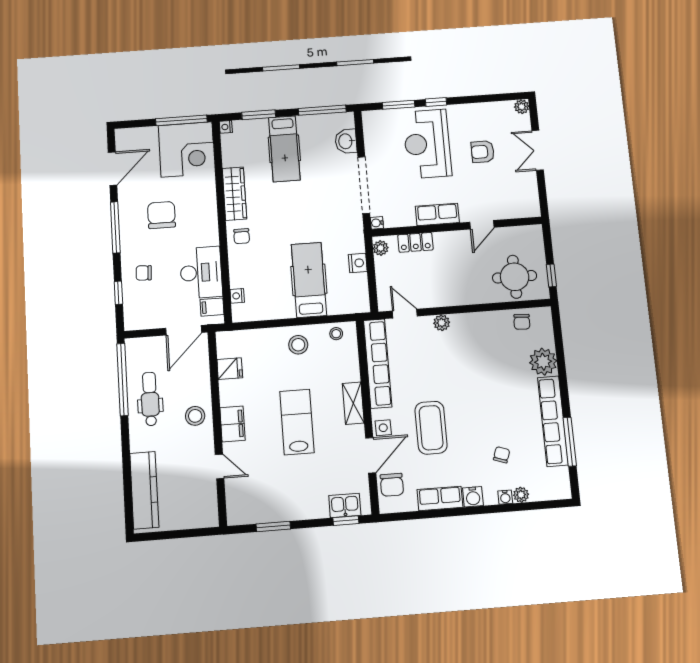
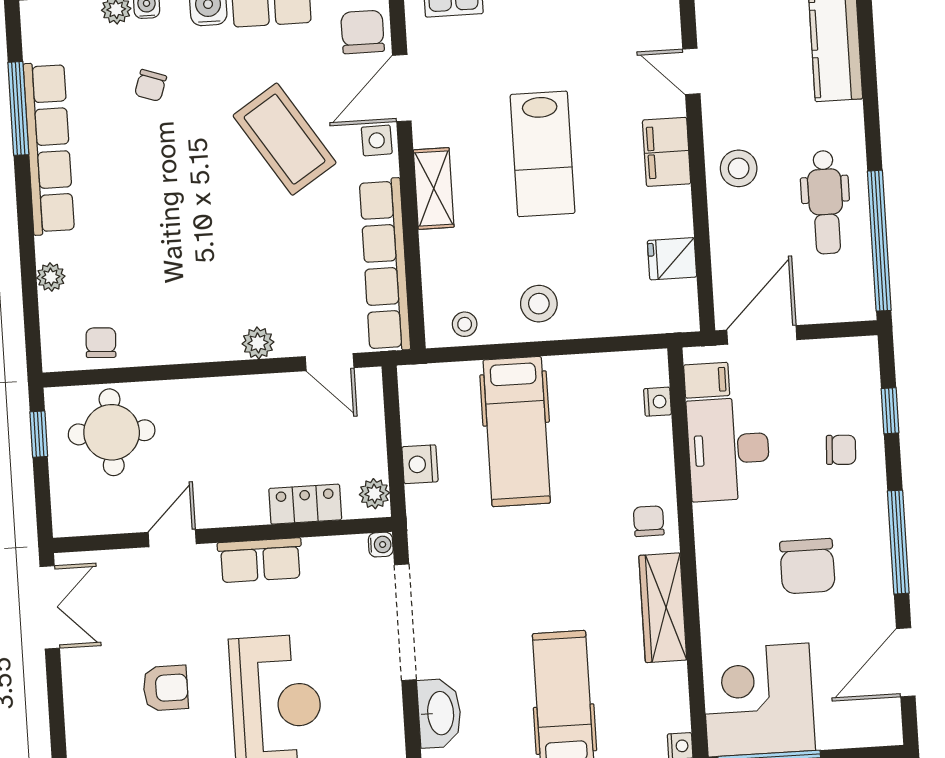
washbasin: (346, 141) -> (439, 713), width x1.38
double door: (538, 150) -> (50, 607), moved
plant: (543, 362) -> (51, 277), width x0.53, depth x0.53
coffee table: (431, 428) -> (285, 139), turned -33

